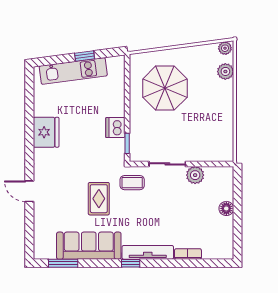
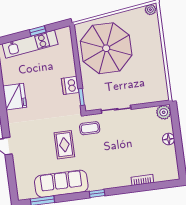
plant: (225, 71) -> (153, 28), removed
parasol: (165, 88) -> (106, 48), width x1.36, depth x1.36
plant: (195, 175) -> (164, 112), moved
tv unit: (148, 252) -> (110, 183), removed

